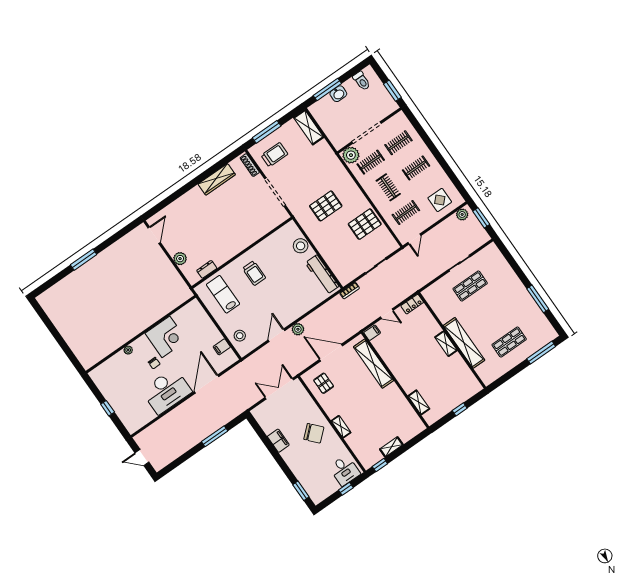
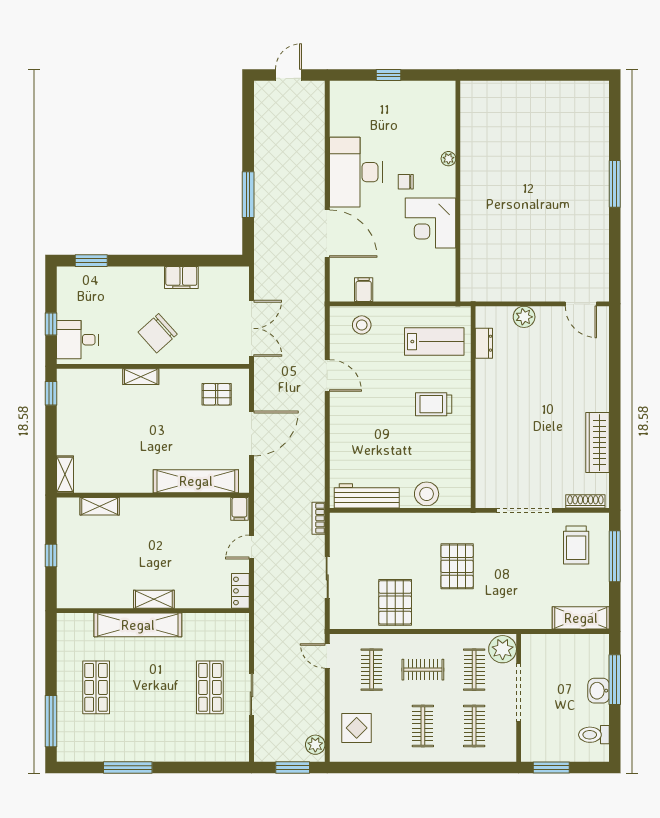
plant: (298, 329) -> (315, 411), removed
shelving: (391, 447) -> (65, 474), moved

